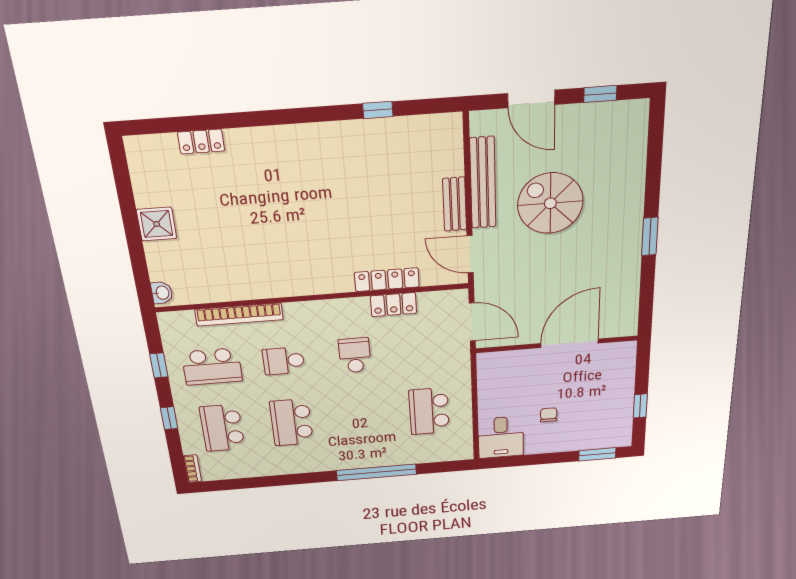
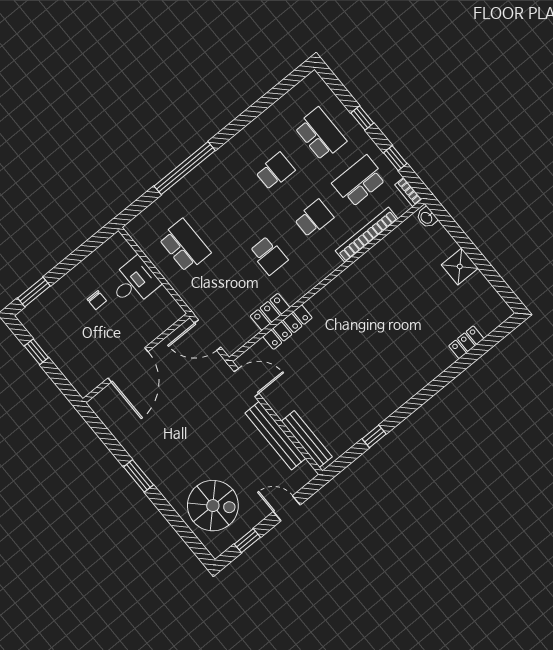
door: (531, 99) -> (287, 508), width x0.73
spiral stairs: (550, 203) -> (213, 506), moved
bench: (455, 204) -> (307, 439), moved, width x1.36
school desk: (291, 422) -> (275, 171), width x0.54
desk: (501, 437) -> (134, 282), moved, turned 90
bookcase: (193, 469) -> (408, 192), moved

